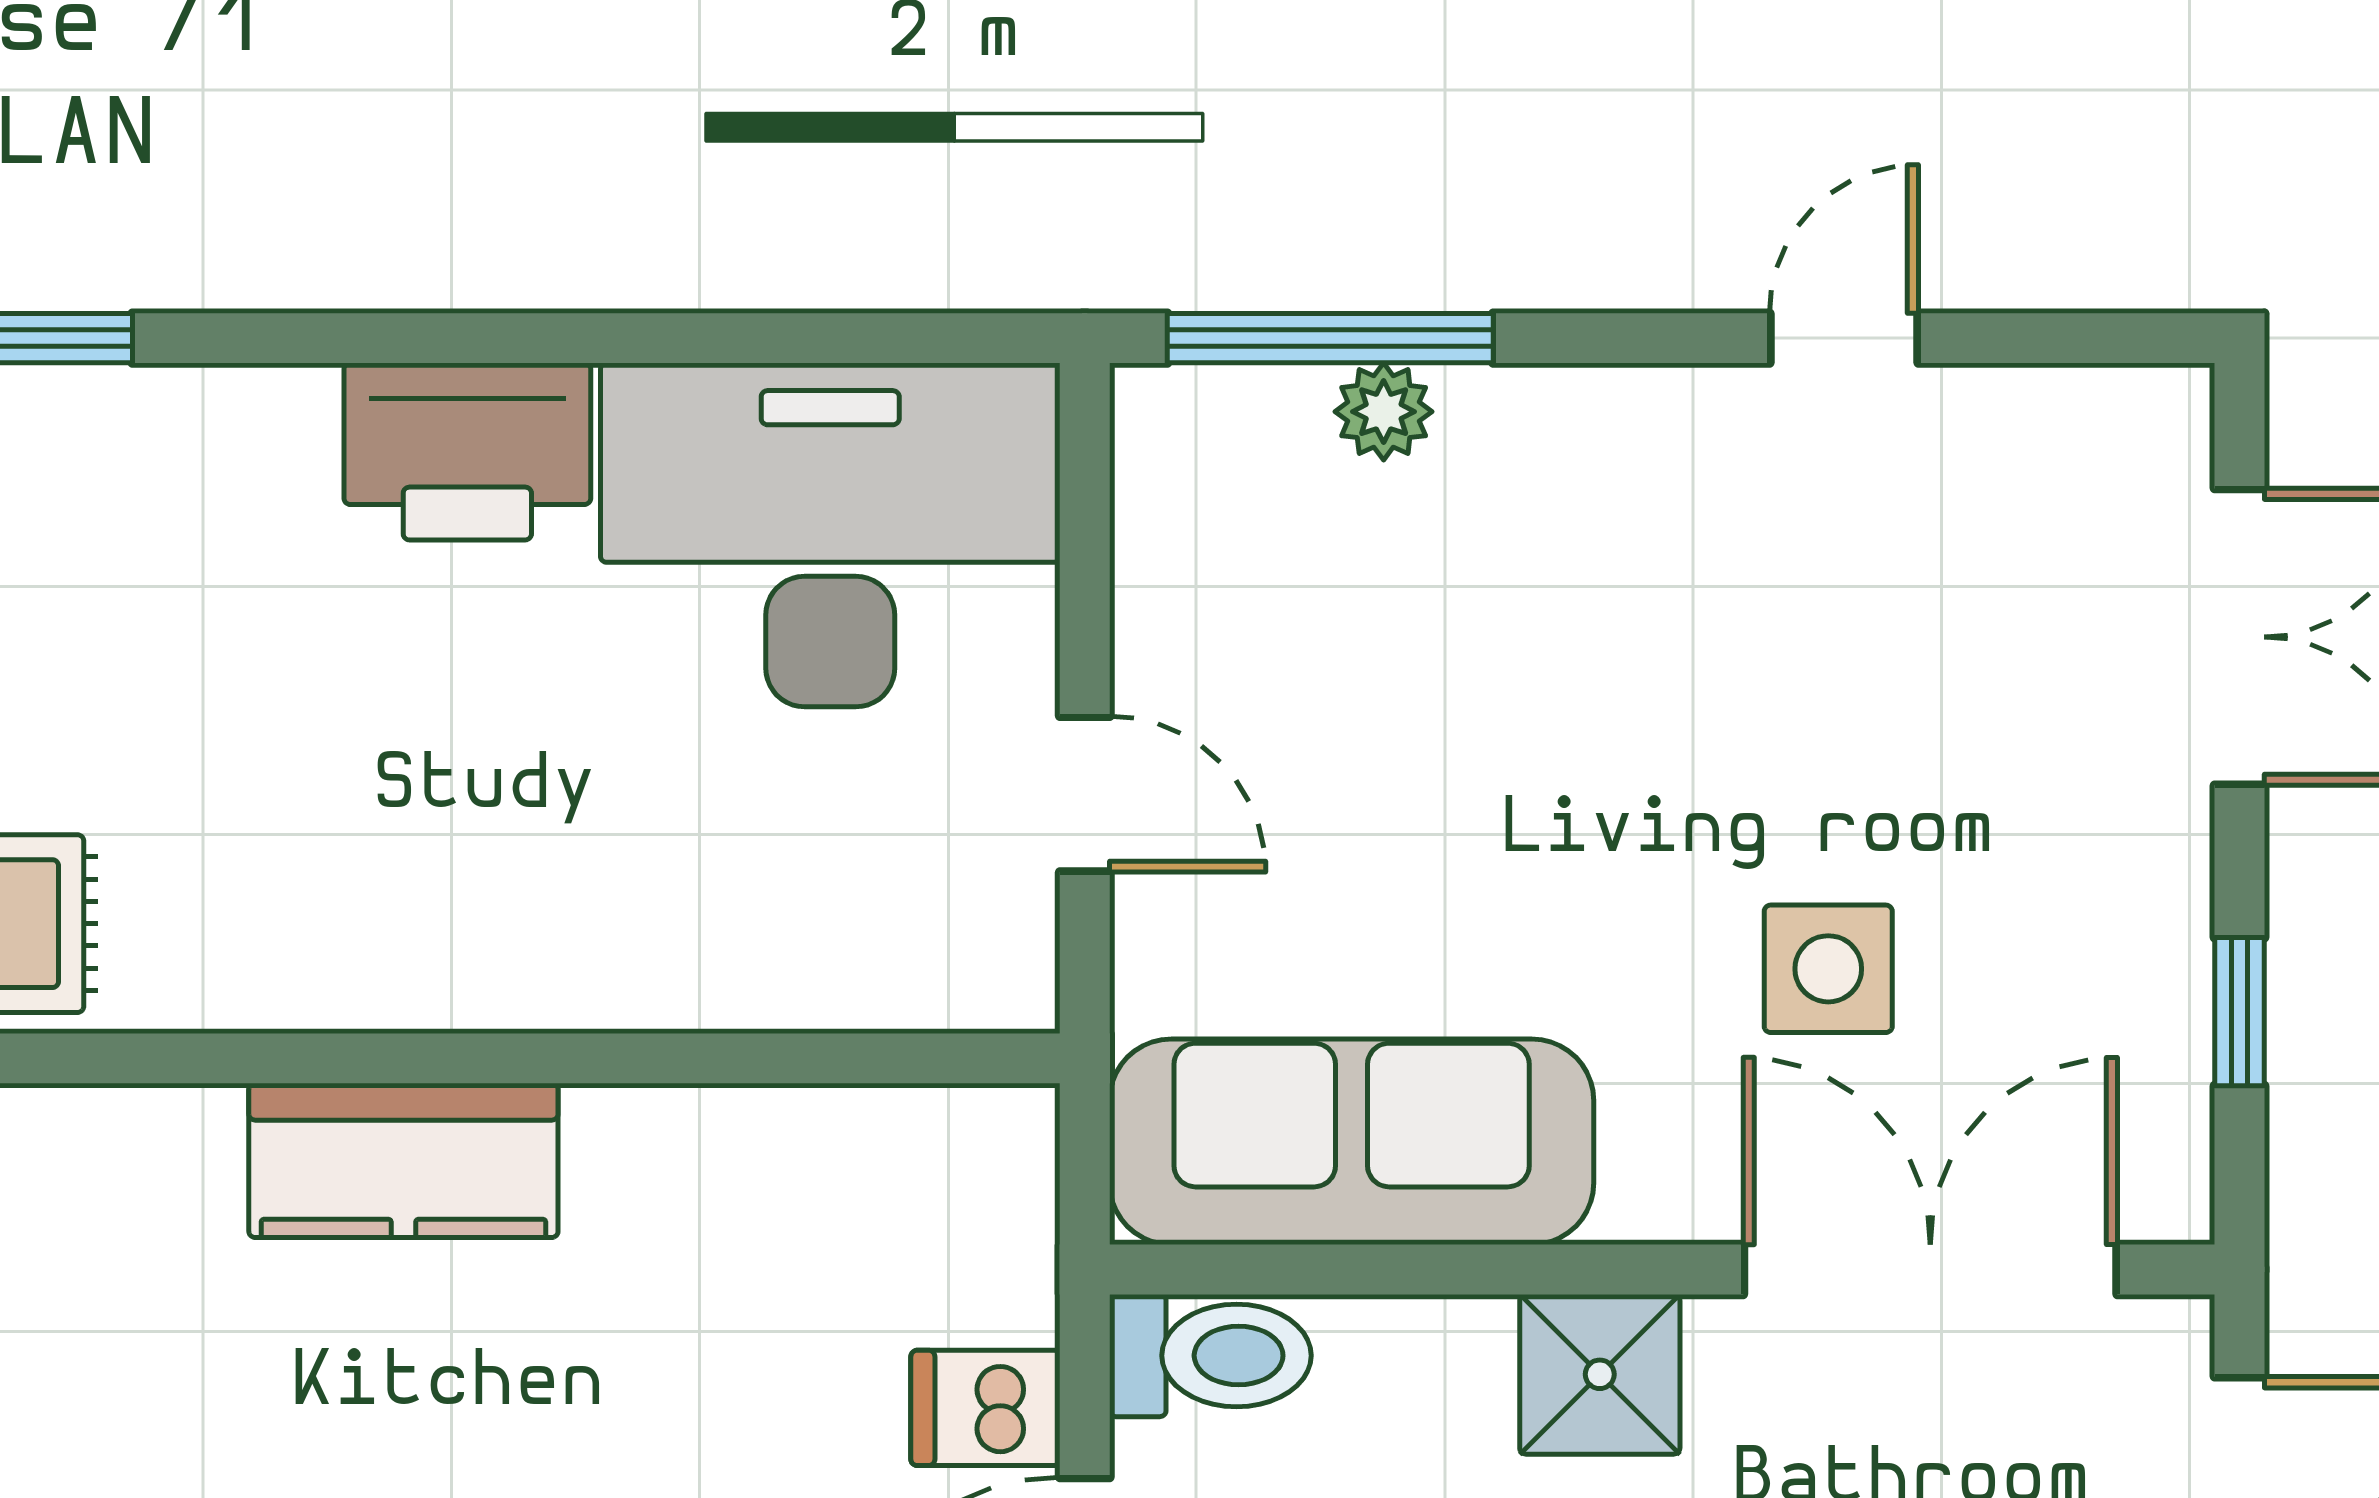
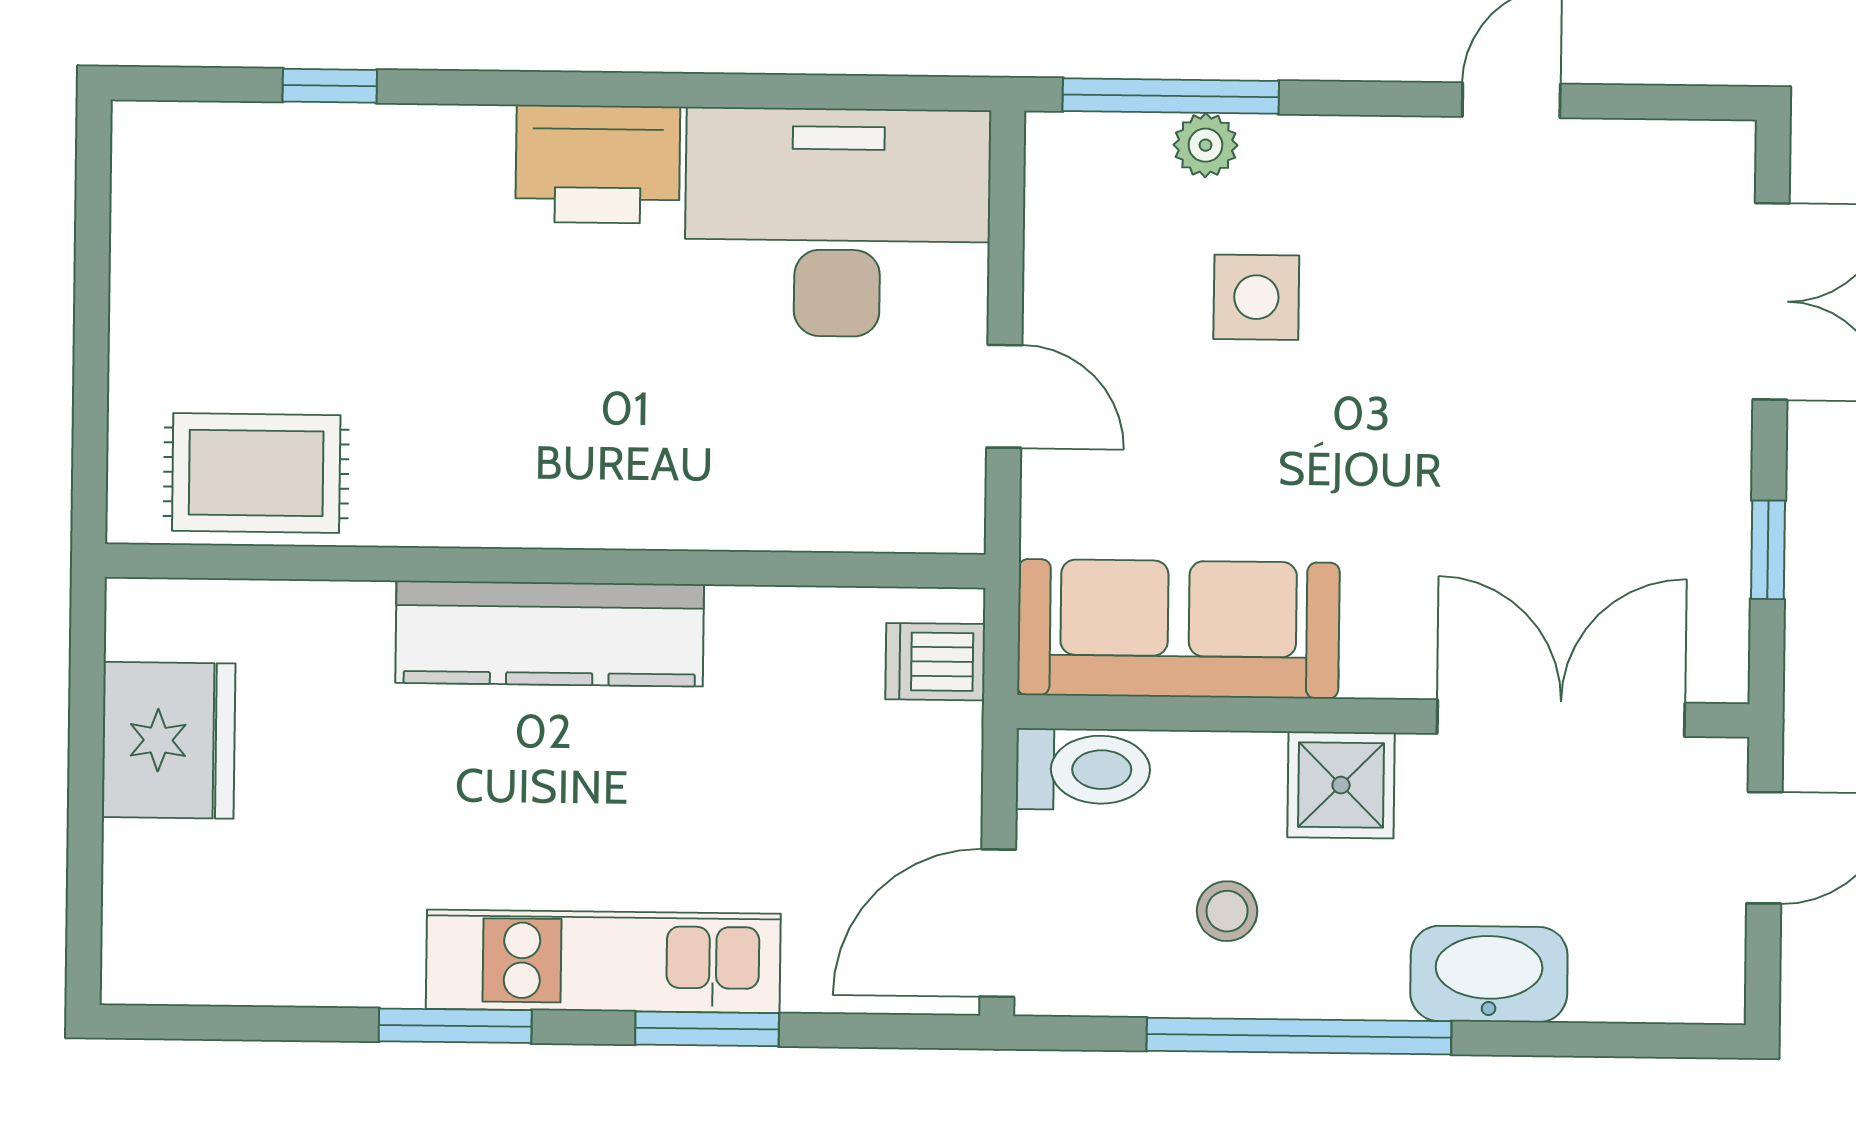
side table: (1828, 969) -> (1256, 297), moved
kitchen counter: (403, 1160) -> (550, 634), width x1.50
dishwasher: (985, 1408) -> (935, 662), moved

